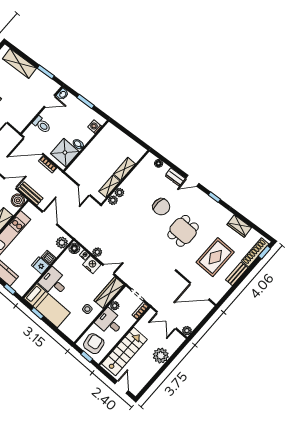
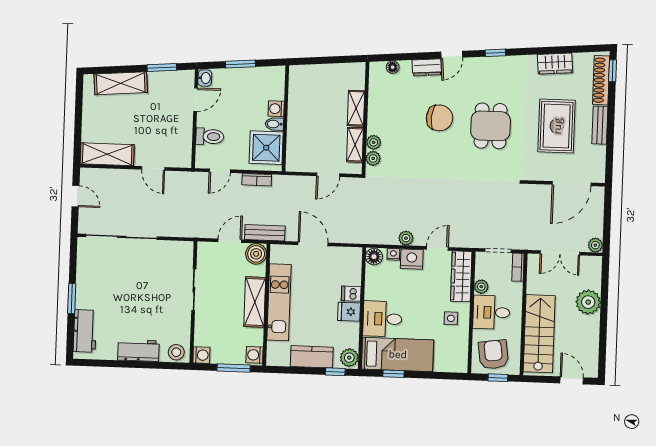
washing machine: (95, 127) -> (276, 109), moved
door: (33, 145) -> (220, 171), width x0.53
door: (84, 190) -> (328, 175), hinge flipped
plant: (62, 243) -> (349, 358), moved

